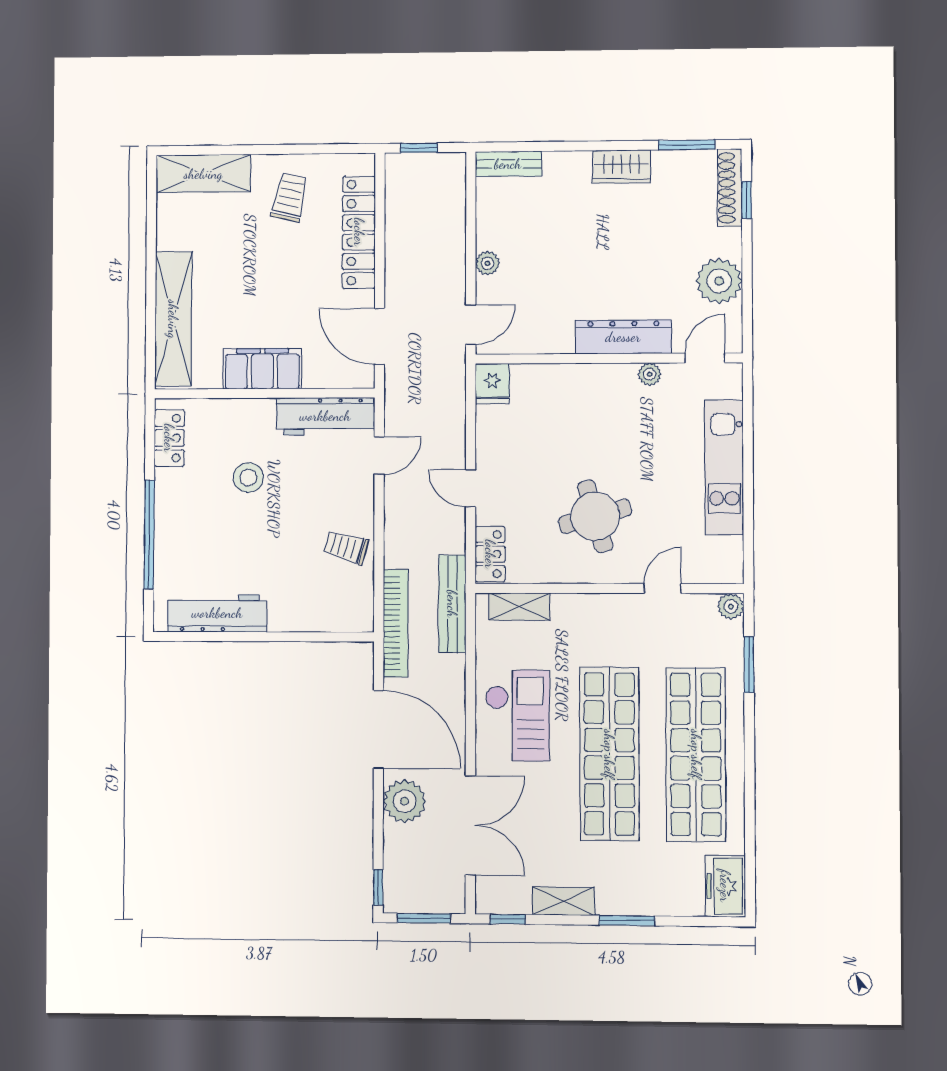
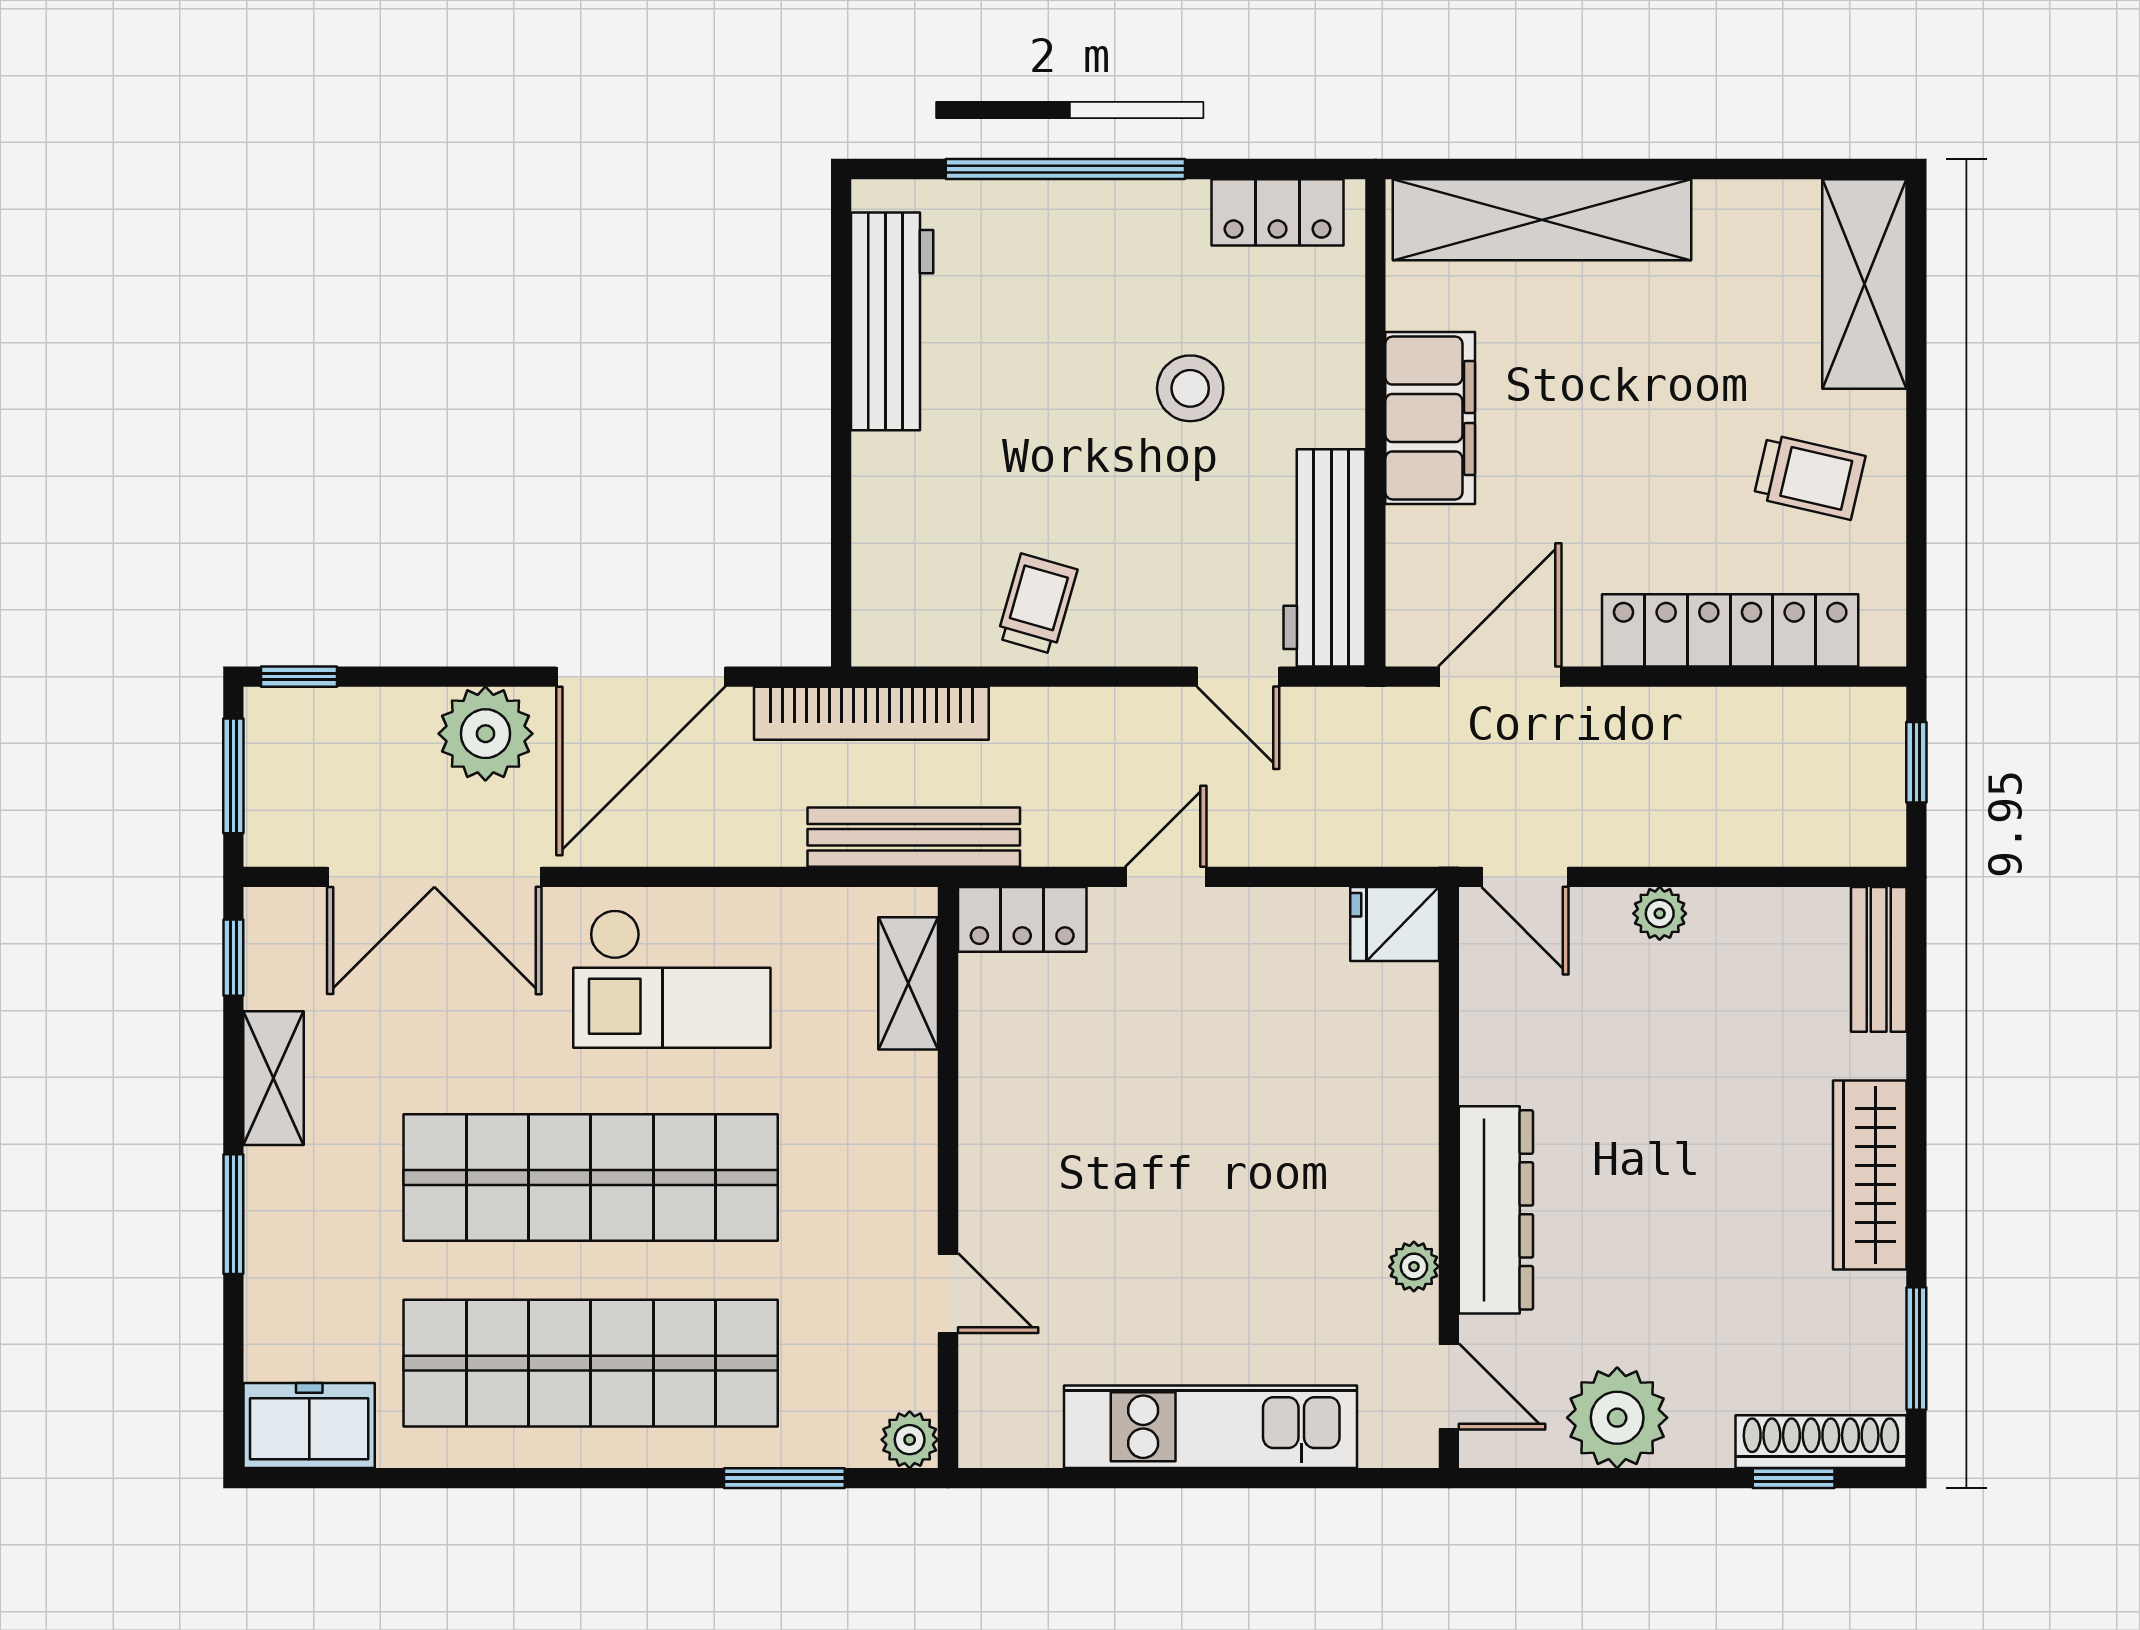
wardrobe: (621, 167) -> (1870, 1175), width x1.50
round table: (595, 516) -> (1105, 1148), removed

